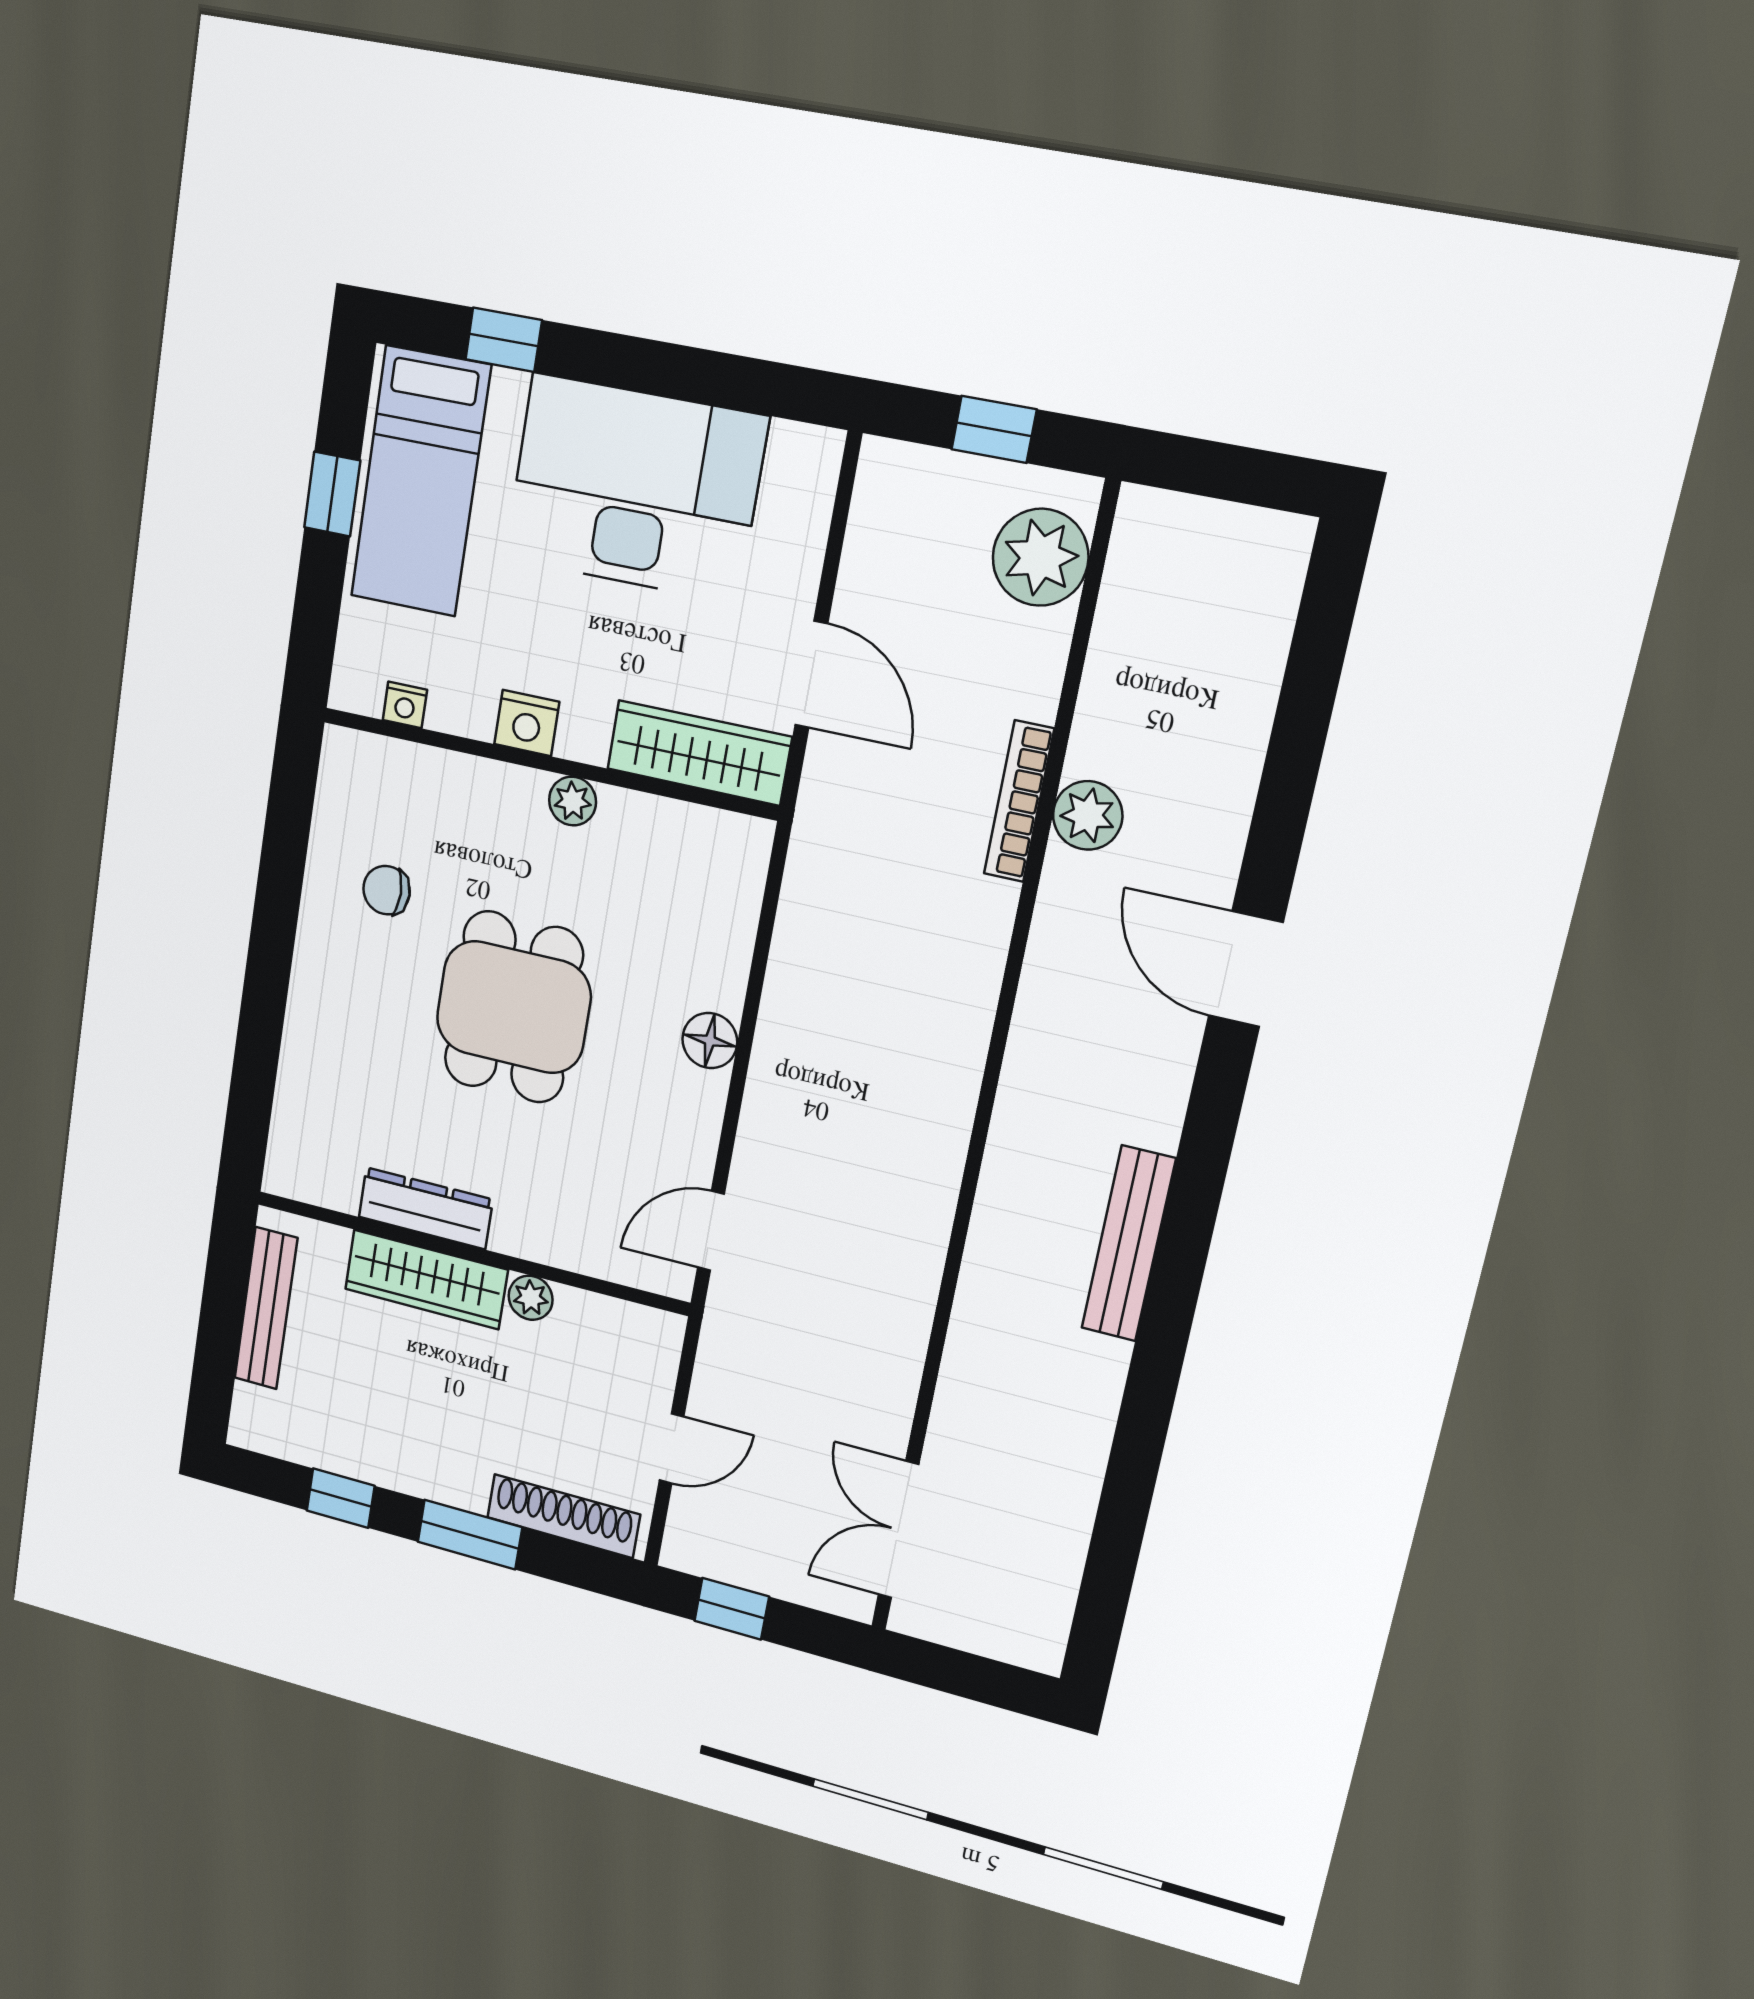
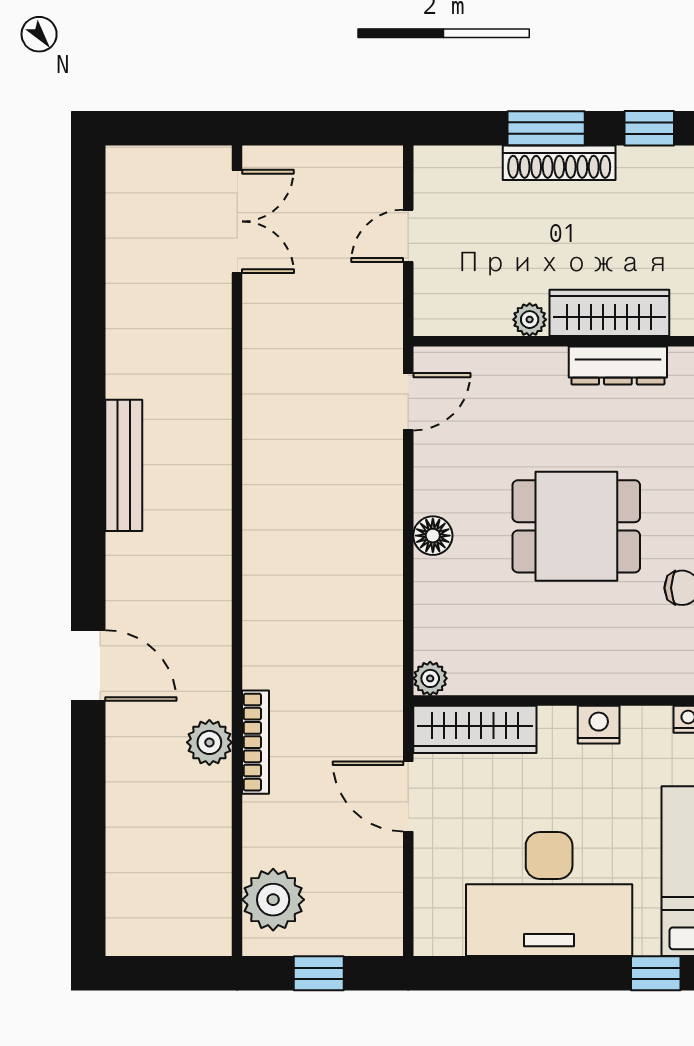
plant: (573, 801) -> (430, 678), moved
dining table: (513, 1007) -> (576, 526), turned 90
shoe rack: (563, 1516) -> (559, 163), moved
window: (732, 1609) -> (344, 128), removed

